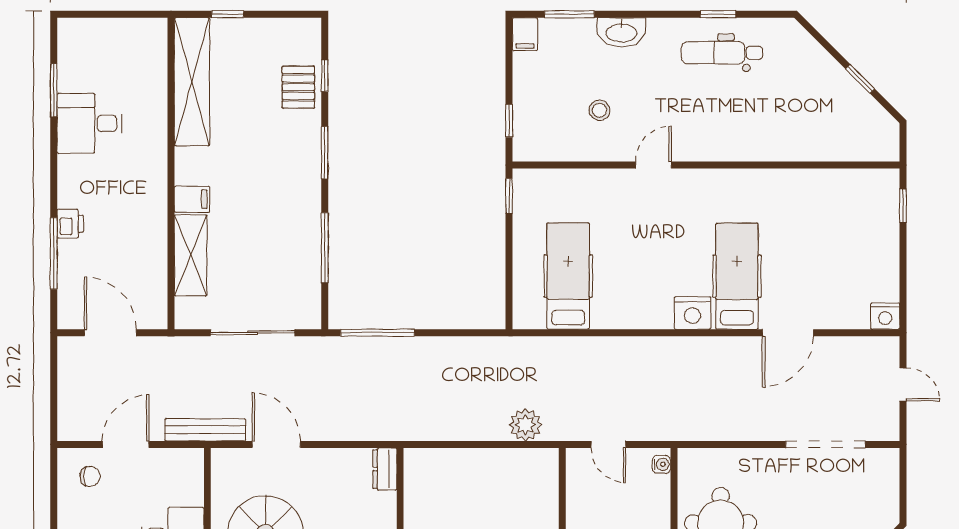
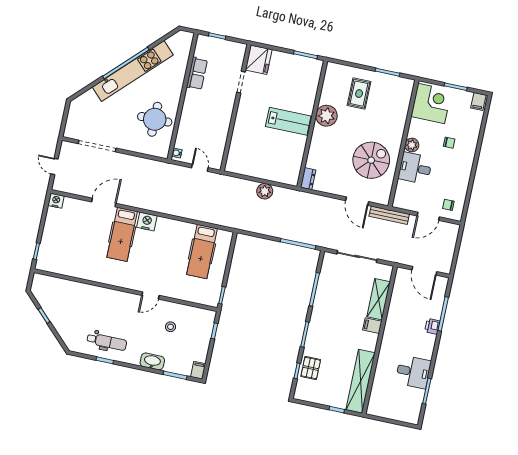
plant: (525, 425) -> (265, 191), moved

